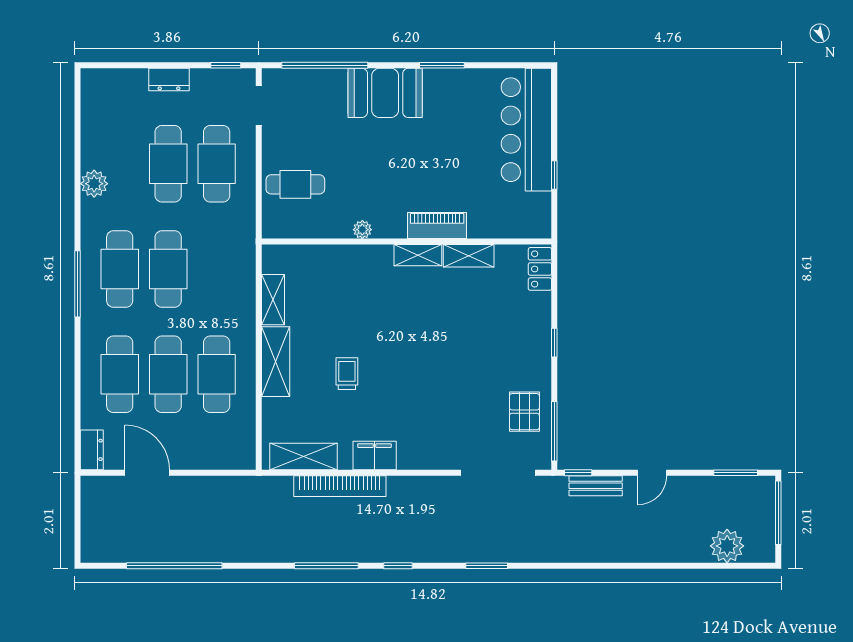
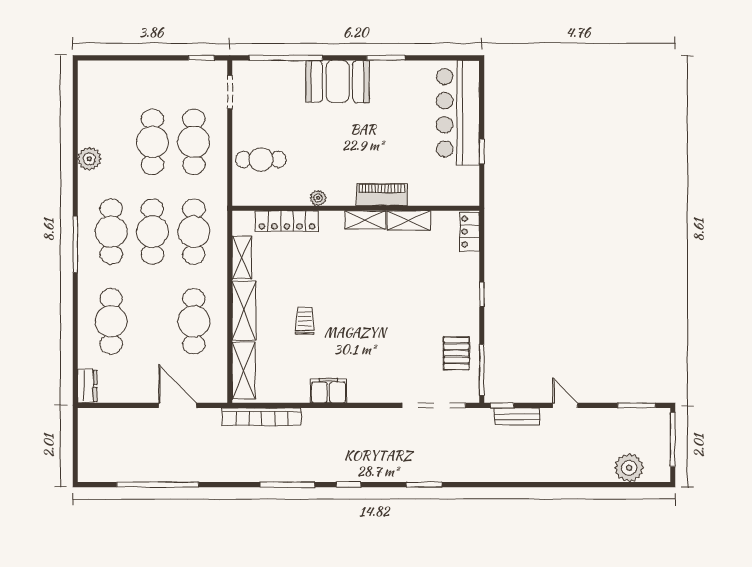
dresser: (169, 79) -> (153, 70), removed
locker: (326, 257) -> (287, 221), added
cafe table: (168, 374) -> (194, 232), moved
shelving: (304, 456) -> (244, 371), moved, turned 90
door: (147, 473) -> (178, 405), moved
door: (652, 473) -> (565, 405), swing flipped
bookcase: (340, 486) -> (262, 417), moved

